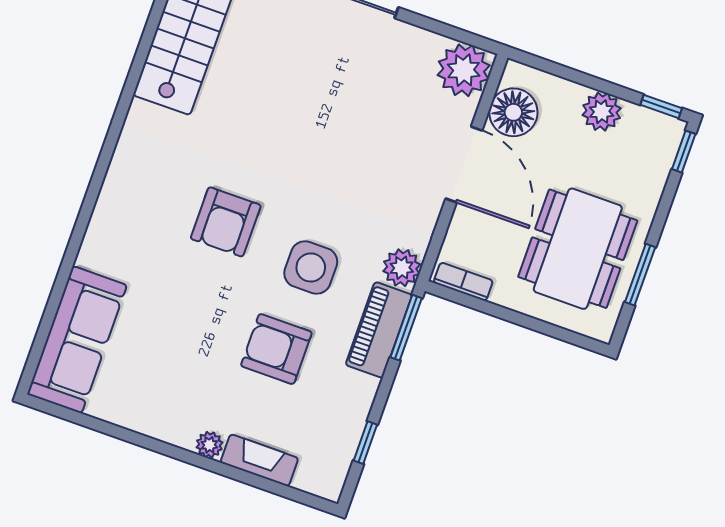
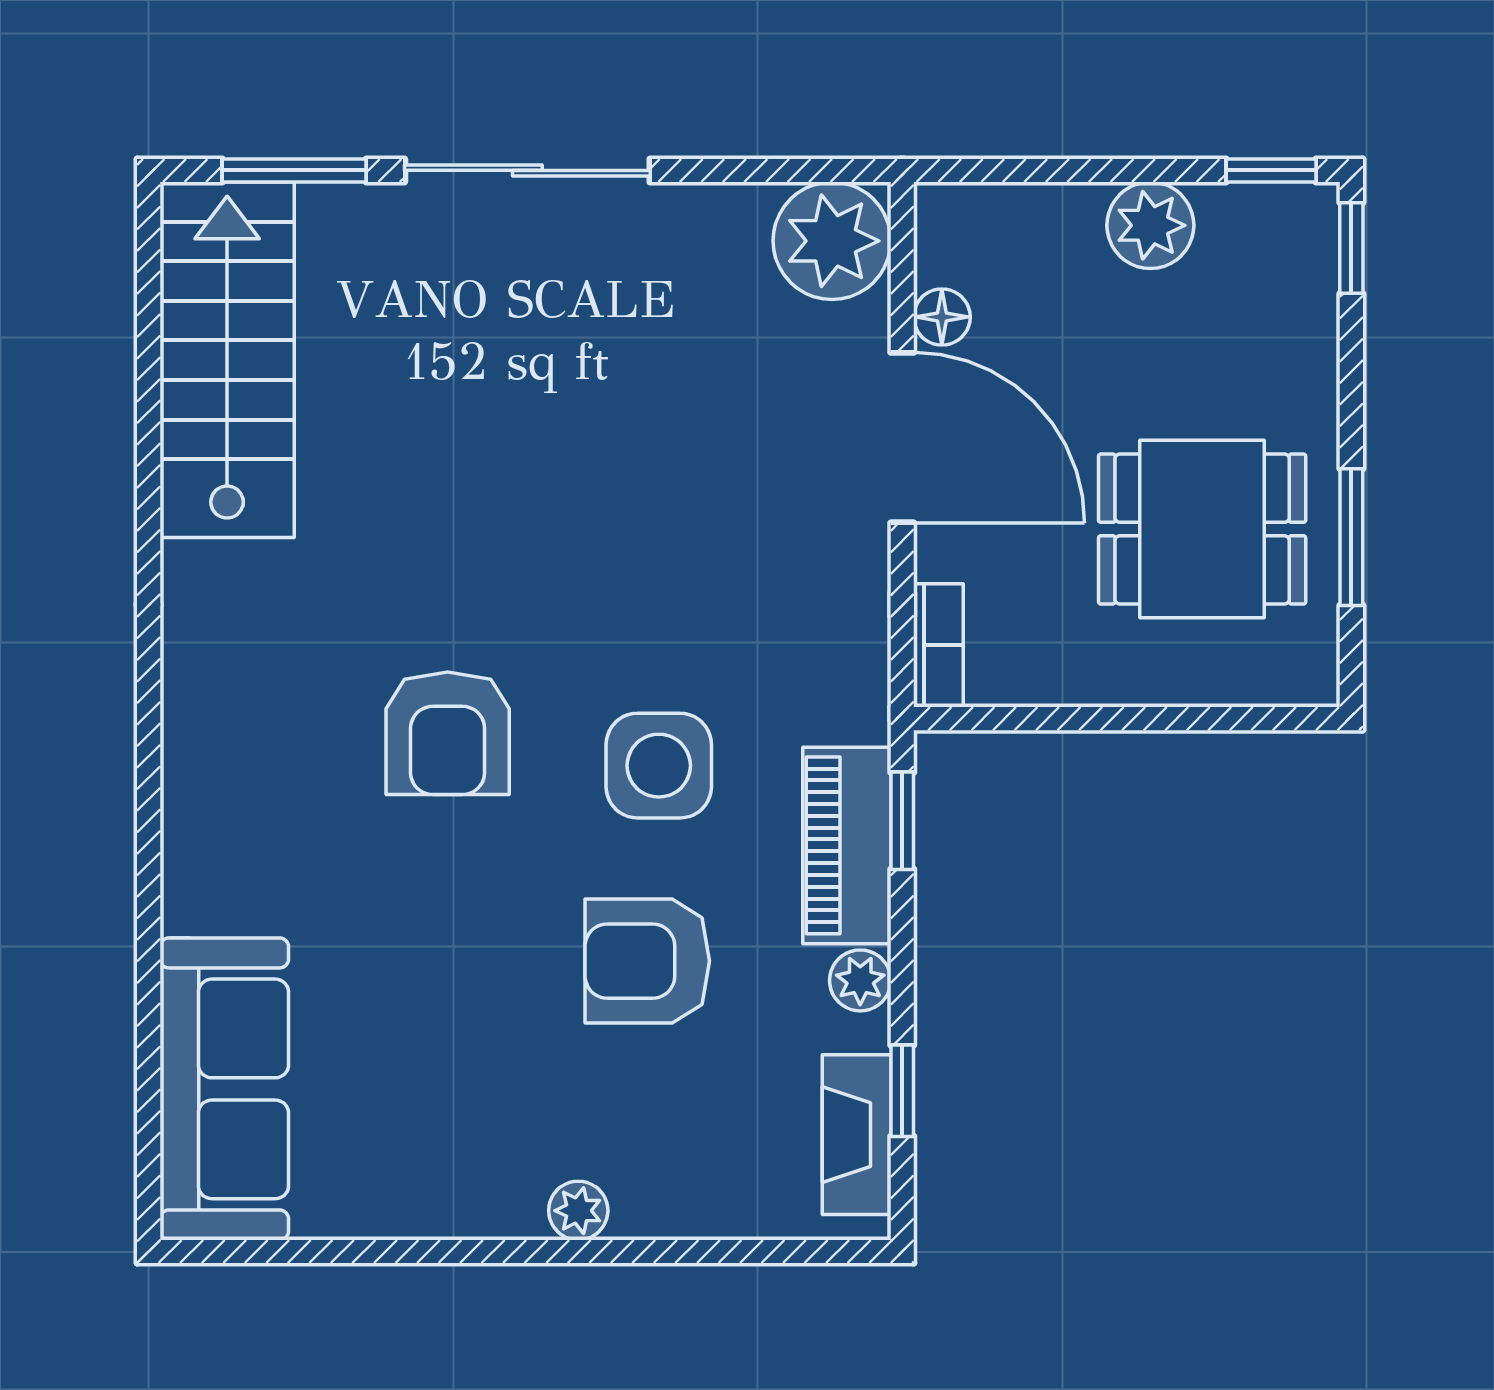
floor lamp: (513, 112) -> (942, 317), width x0.53, depth x0.53
dining table: (578, 249) -> (1202, 529), width x0.73
plant: (402, 268) -> (860, 980), moved, width x0.73, depth x0.73
bookcase: (463, 282) -> (938, 645), moved, turned 90
window: (406, 328) -> (902, 821), width x0.67
fireplace: (259, 460) -> (857, 1135), moved, turned -90

